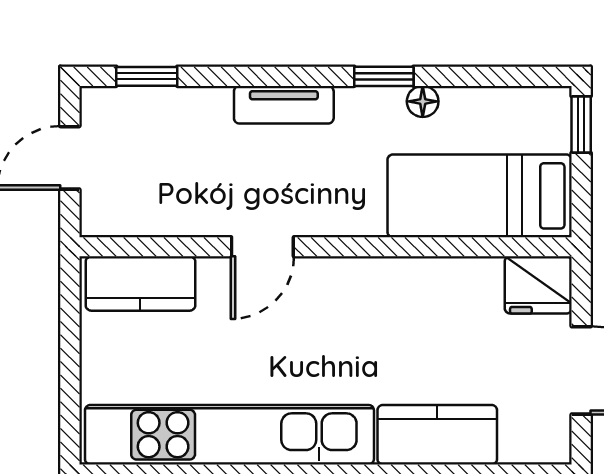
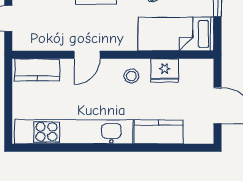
fridge: (538, 285) -> (165, 70), moved
stool: (371, 299) -> (131, 76), added

